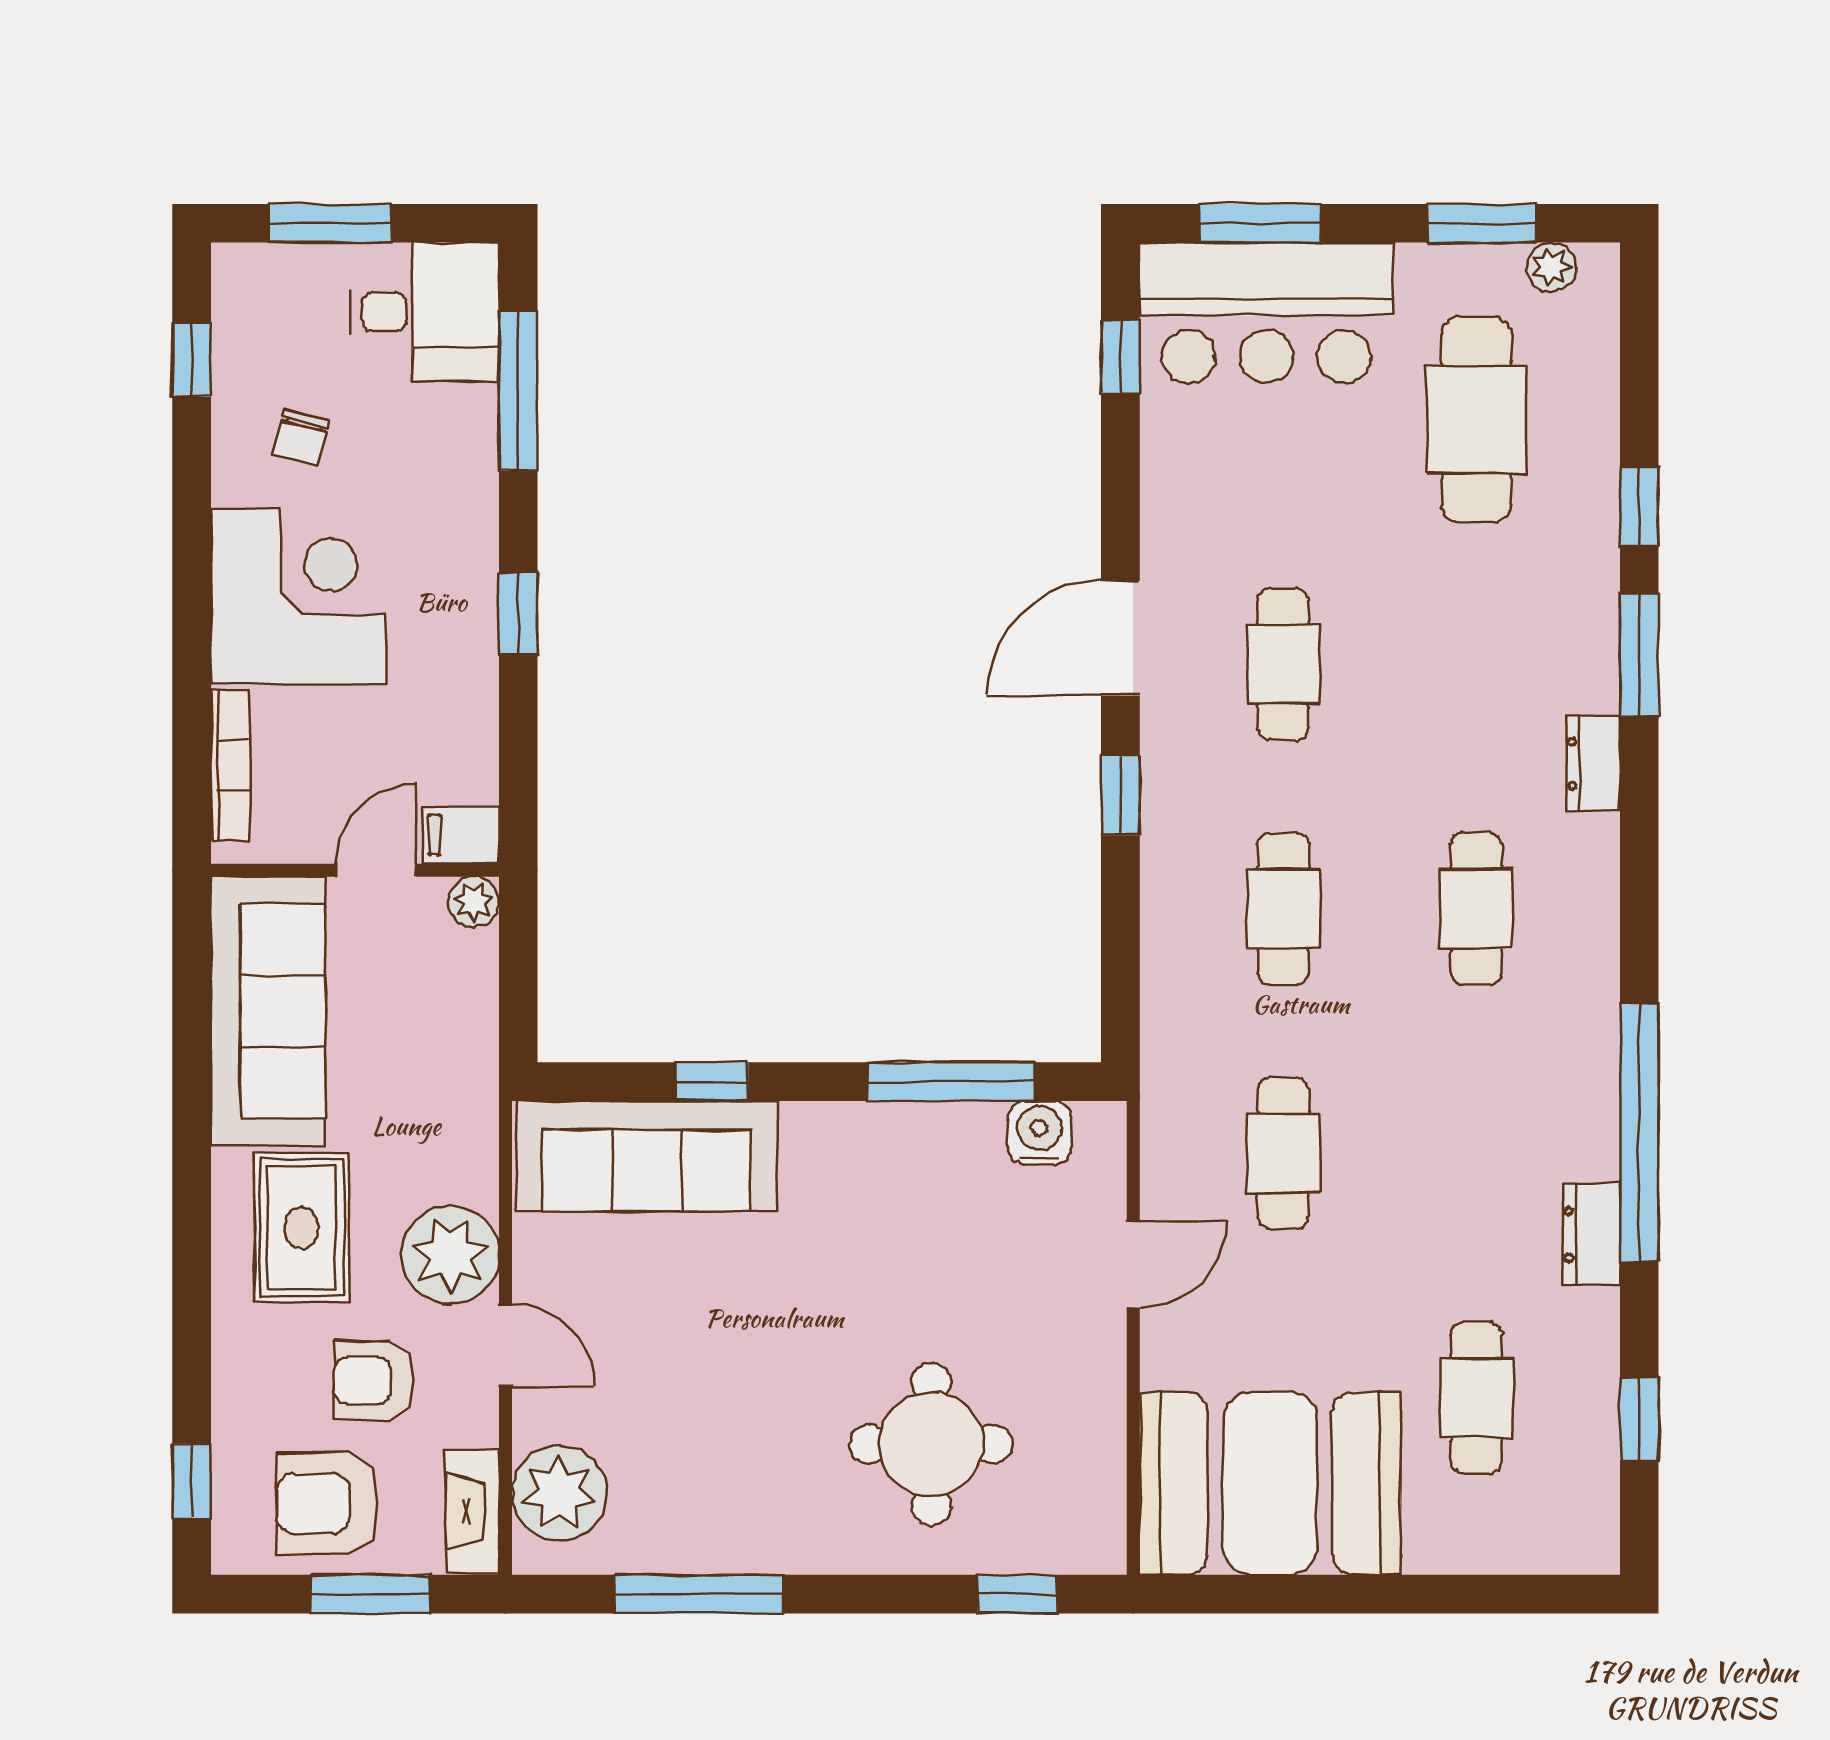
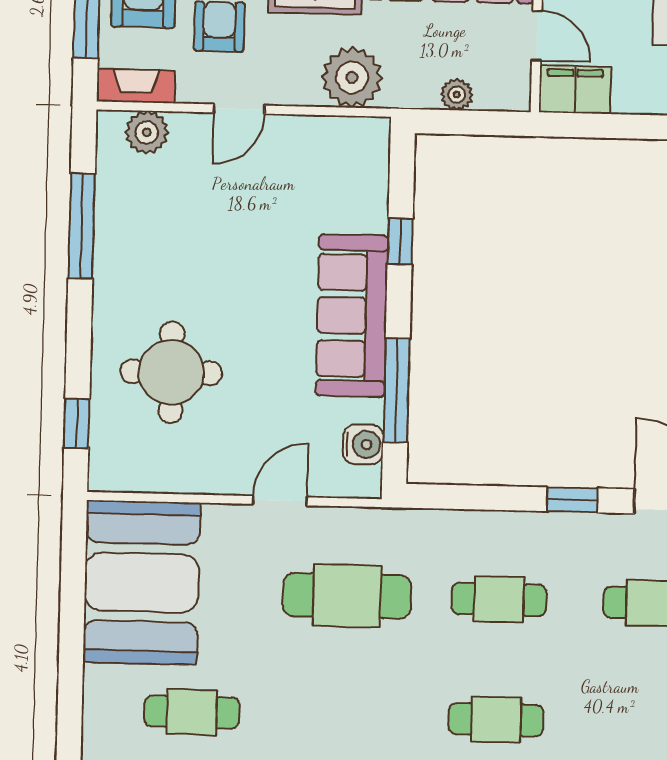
filing cabinet: (461, 835) -> (575, 90), width x2.00
plant: (474, 902) -> (457, 95), moved
cafe table: (1283, 1153) -> (347, 596), width x1.37, depth x1.35
sofa: (647, 1156) -> (352, 316), moved
plant: (450, 1255) -> (352, 77), moved
door: (1133, 1264) -> (280, 501), swing flipped
plant: (559, 1493) -> (147, 132), width x0.73, depth x0.73

